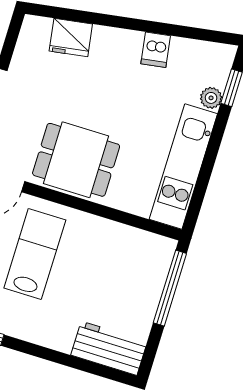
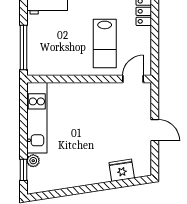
dishwasher: (156, 50) -> (72, 178), removed
dining table: (76, 160) -> (98, 103), removed

